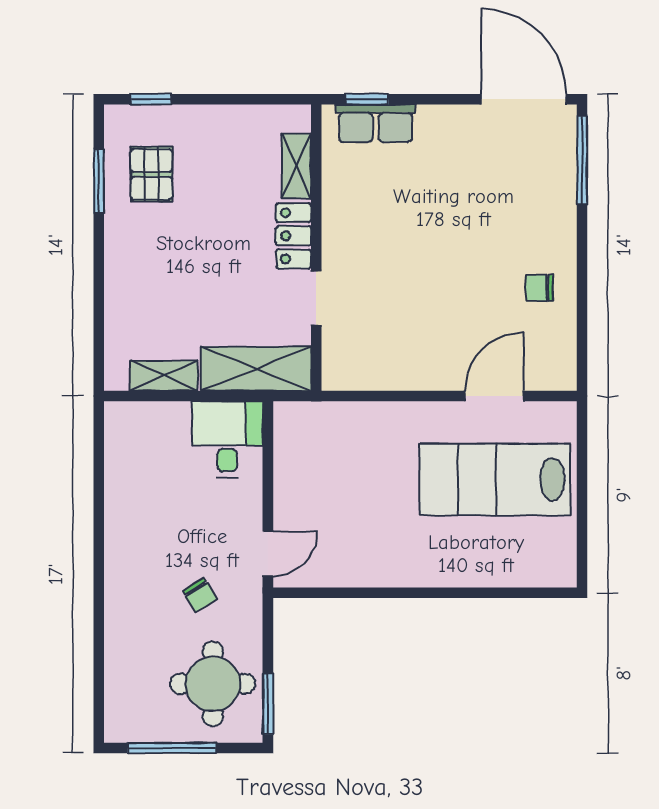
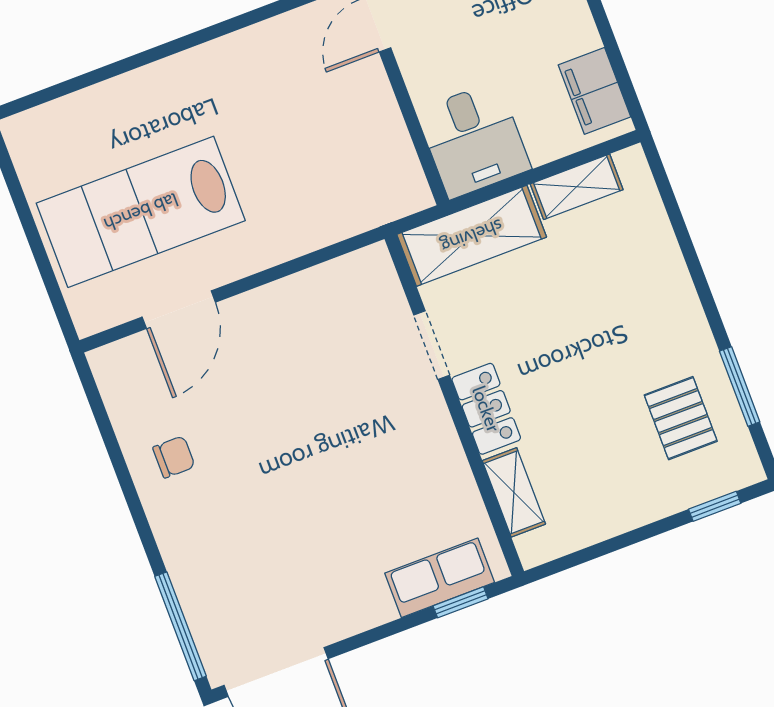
filing cabinet: (124, 442) -> (594, 91), added
lab bench: (495, 479) -> (141, 212), turned 180

